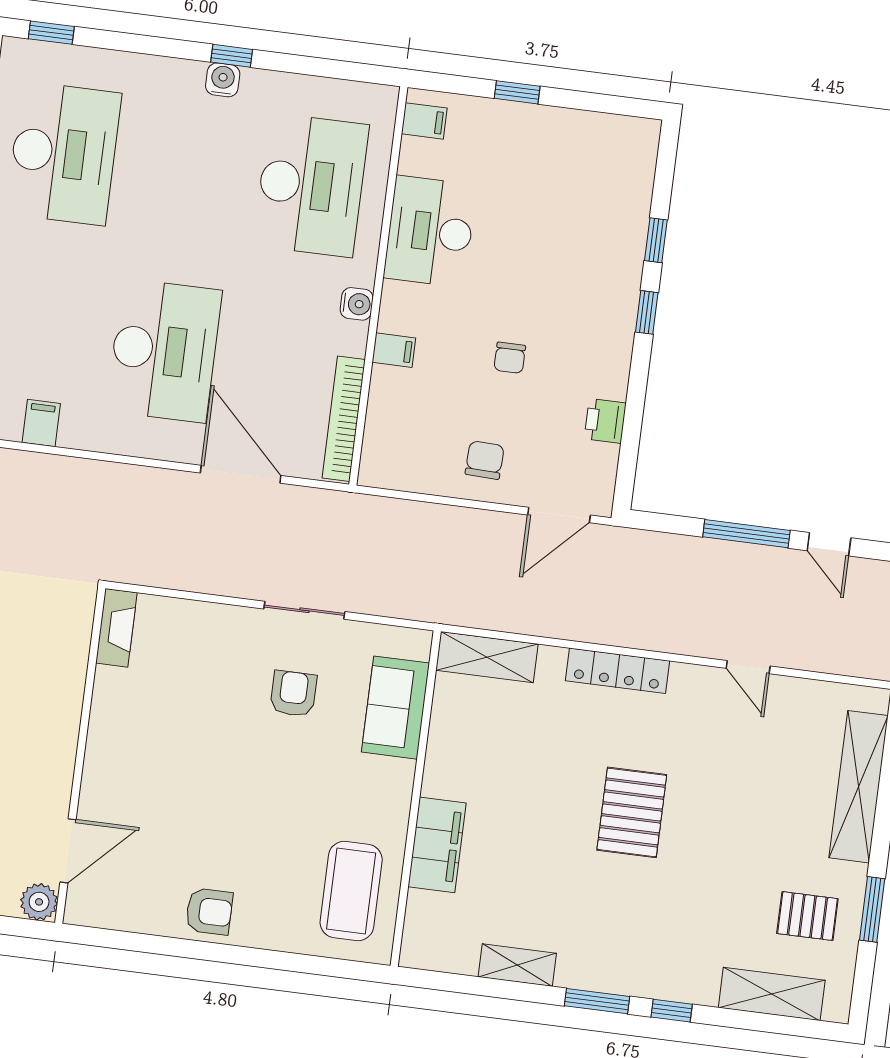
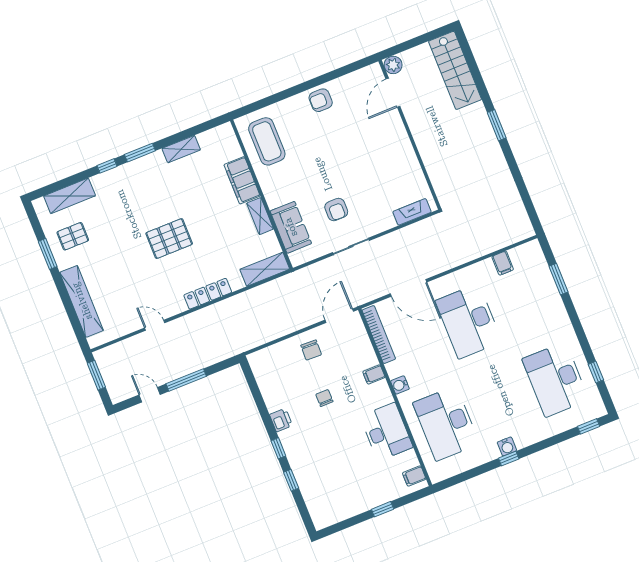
printer: (605, 421) -> (281, 420), moved
door: (559, 515) -> (339, 316), moved
fireplace: (116, 628) -> (412, 212), moved, turned 90
shelving: (441, 760) -> (260, 216), added
pallet: (632, 812) -> (169, 239), turned 90

